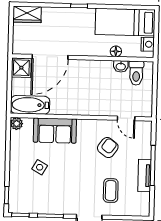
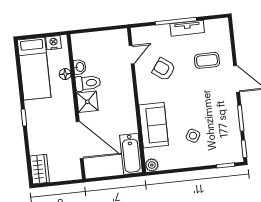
shower: (21, 68) -> (87, 102), moved
toilet: (136, 73) -> (88, 83), moved

